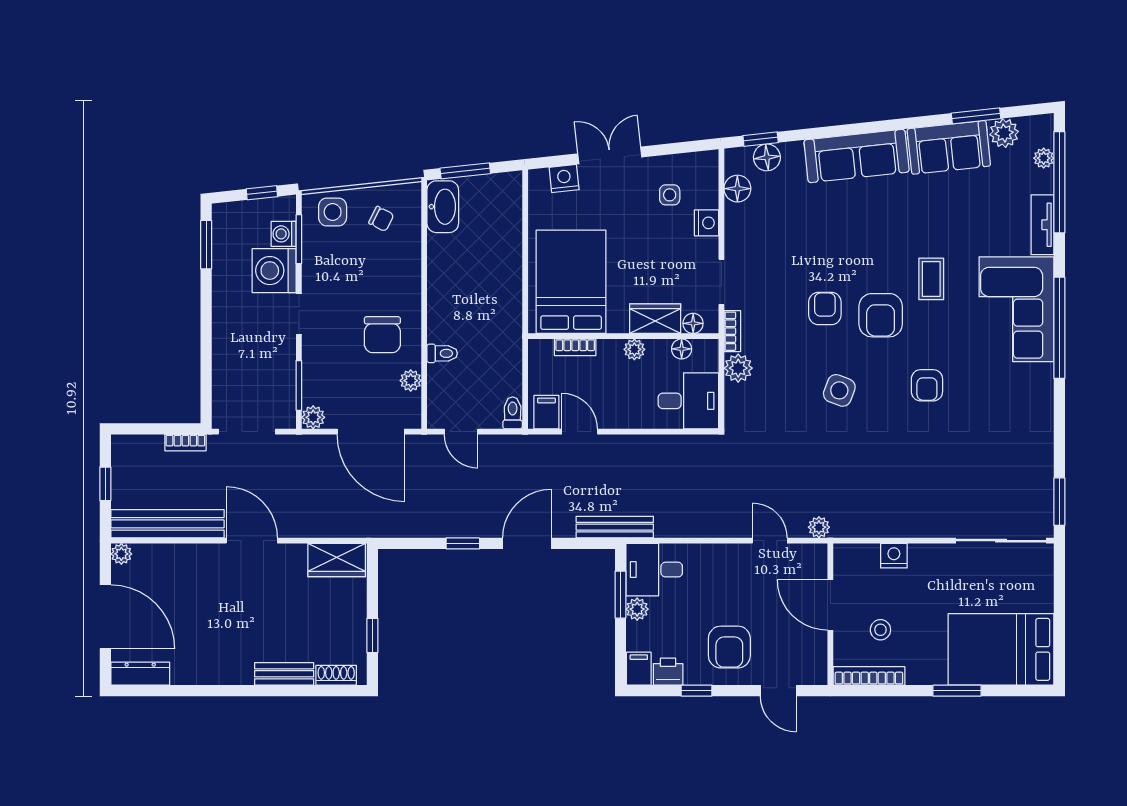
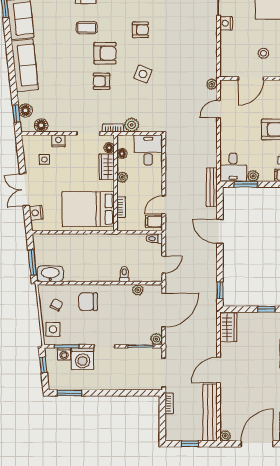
chair: (382, 335) -> (88, 302), moved, turned 180
window: (463, 543) -> (220, 290), moved
nightstand: (894, 556) -> (226, 23), moved

